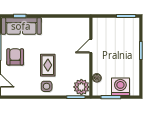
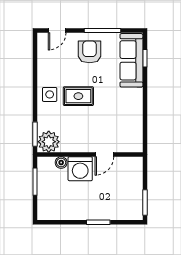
door: (91, 46) -> (104, 155), swing flipped
armchair: (15, 57) -> (90, 52), turned -90
washing machine: (120, 87) -> (80, 169), moved, turned 90

